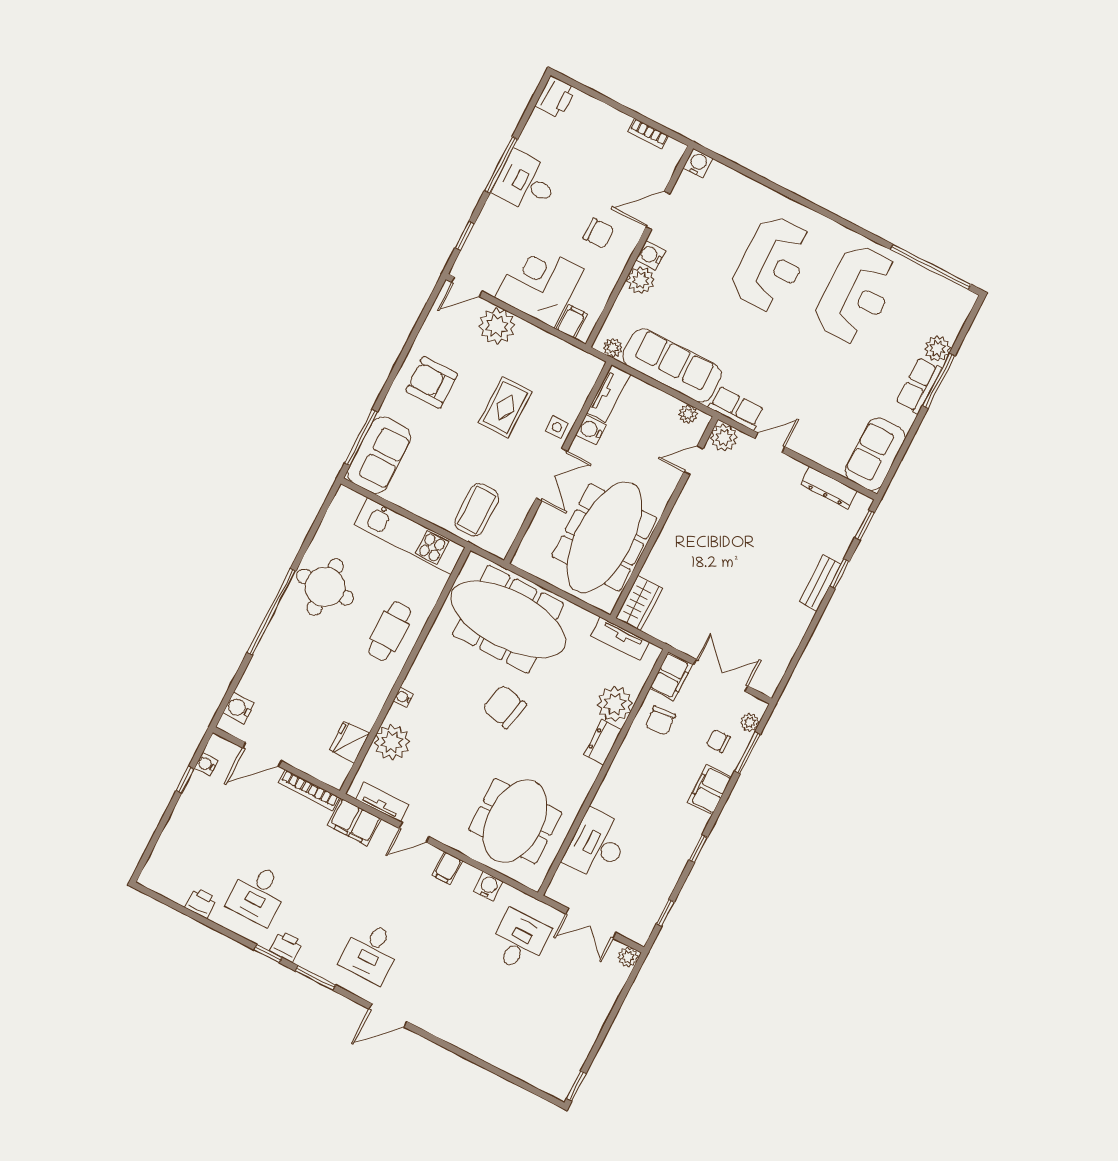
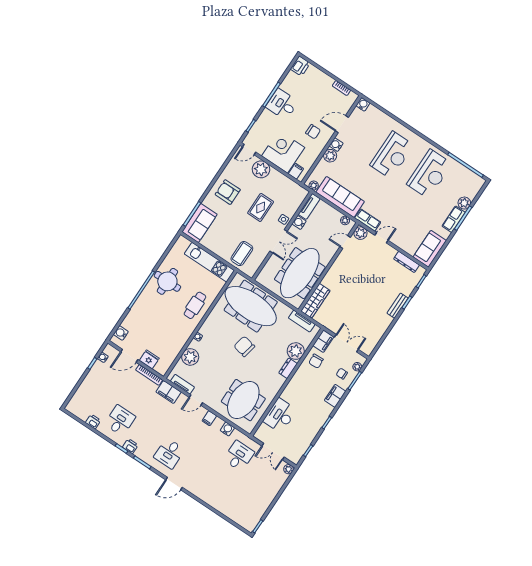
wardrobe: (639, 603) -> (315, 301), width x1.50
fridge: (349, 742) -> (149, 359), moved, turned 90
desk: (258, 894) -> (120, 420), turned 180

